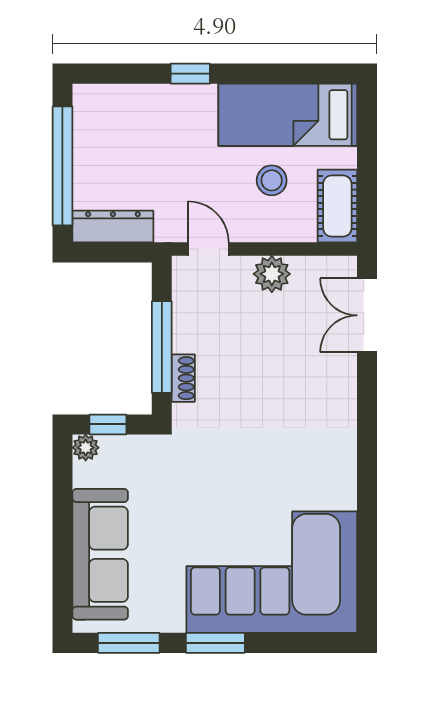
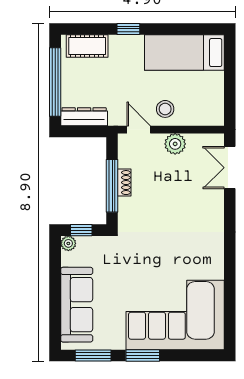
stool: (272, 180) -> (165, 109), moved
cot: (337, 206) -> (87, 46), moved, turned 90
shoe rack: (183, 378) -> (124, 183), moved

